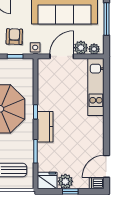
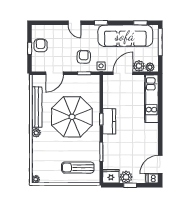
kitchen counter: (45, 127) -> (109, 121), moved

